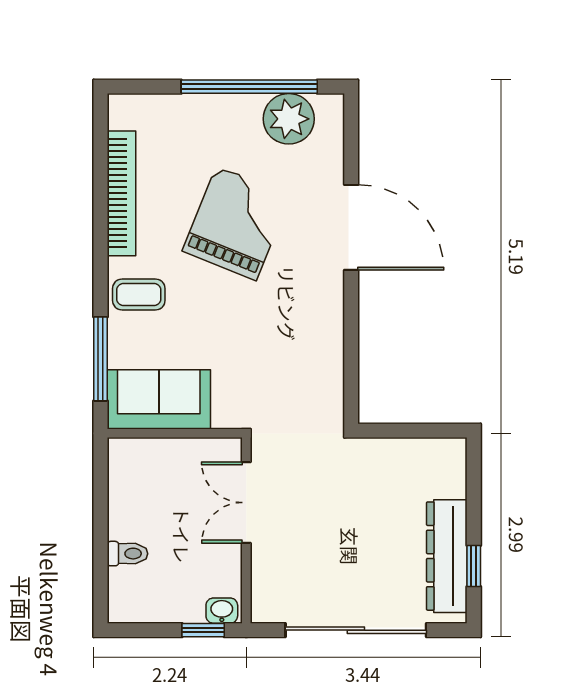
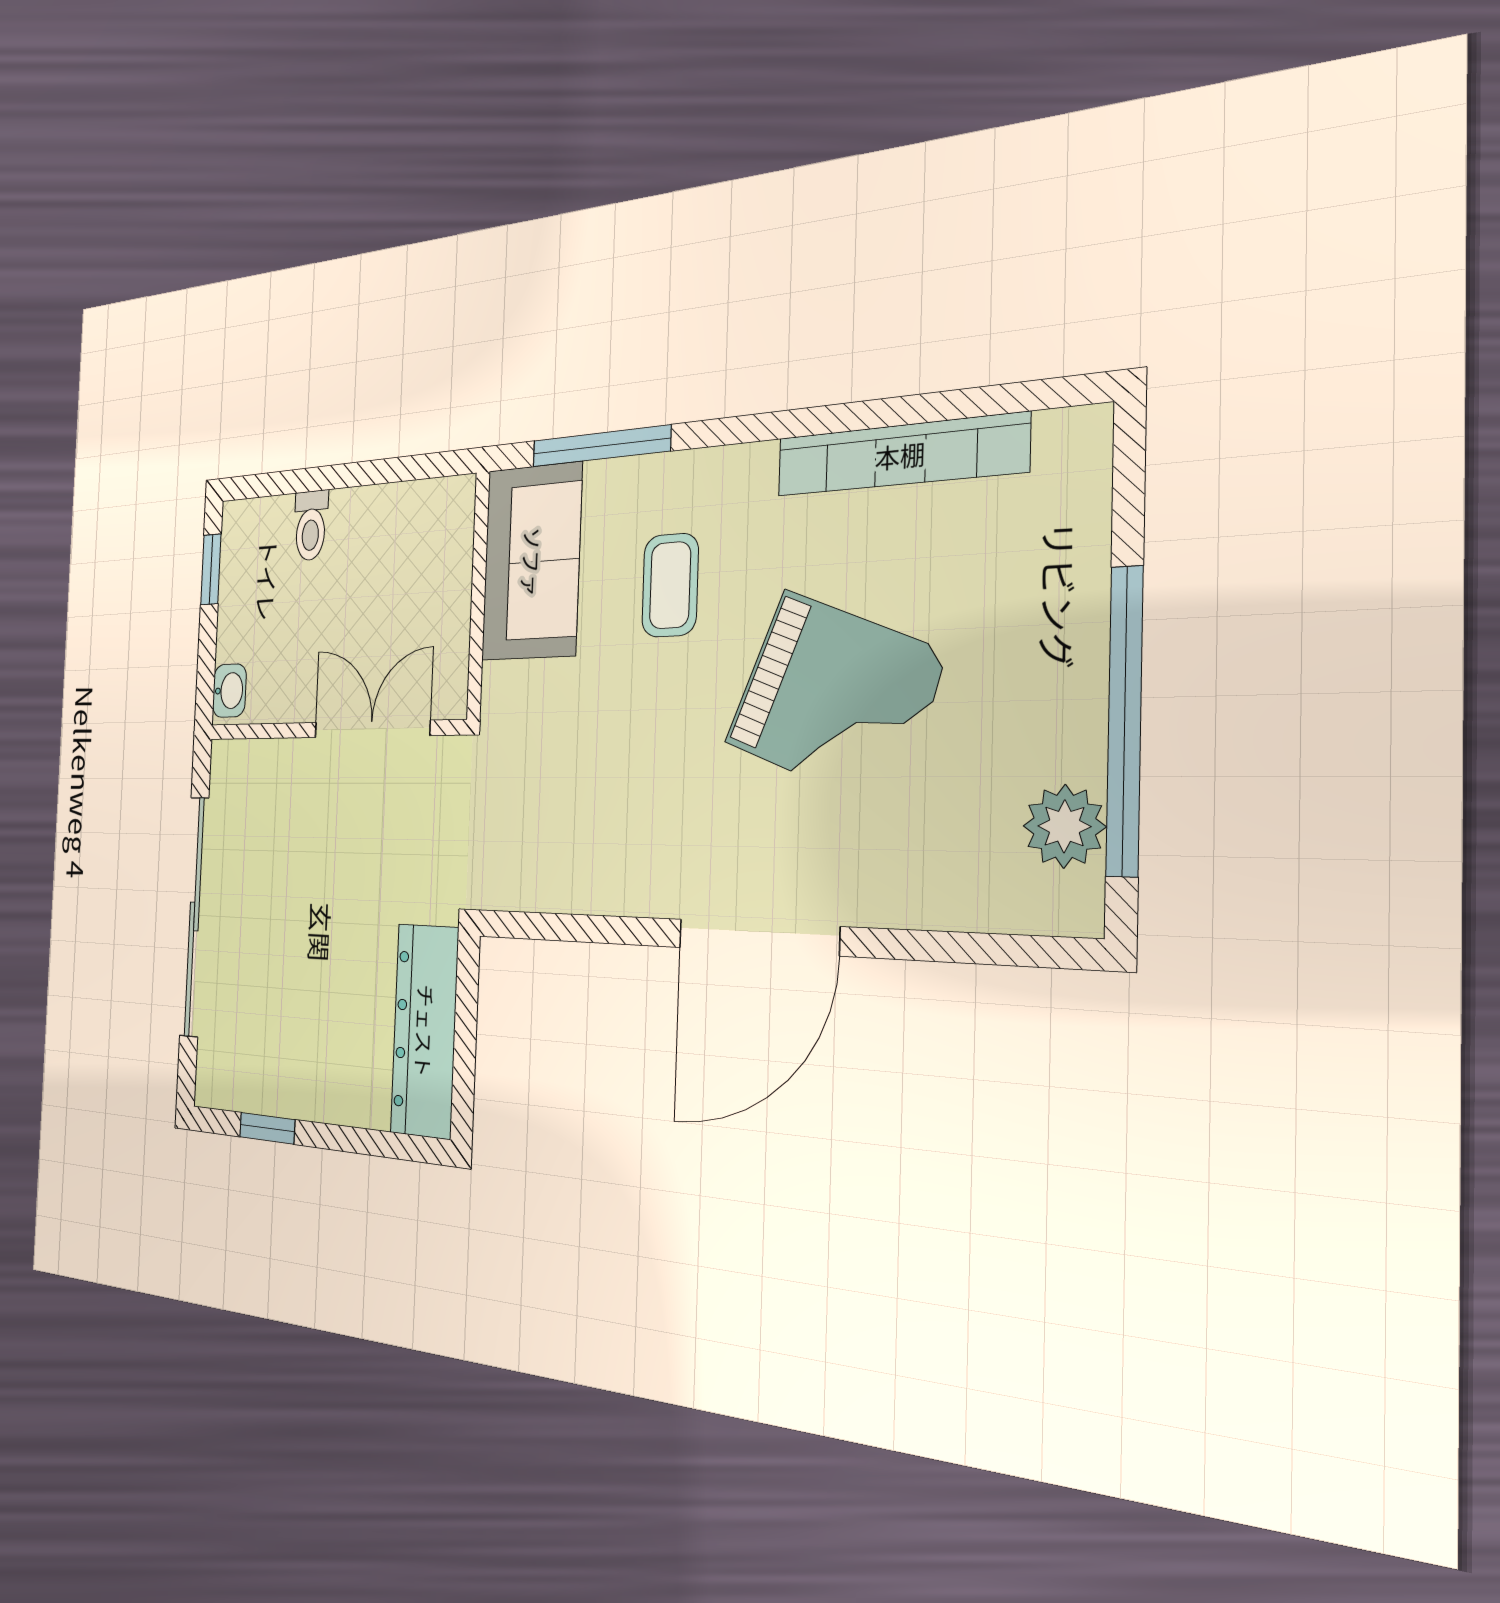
plant: (289, 119) -> (1064, 826), width x0.73, depth x0.73
door: (351, 227) -> (758, 937), moved
coffee table: (139, 295) -> (670, 585), moved
dresser: (447, 556) -> (425, 1031), moved, turned -90
window: (203, 630) -> (211, 569), moved

